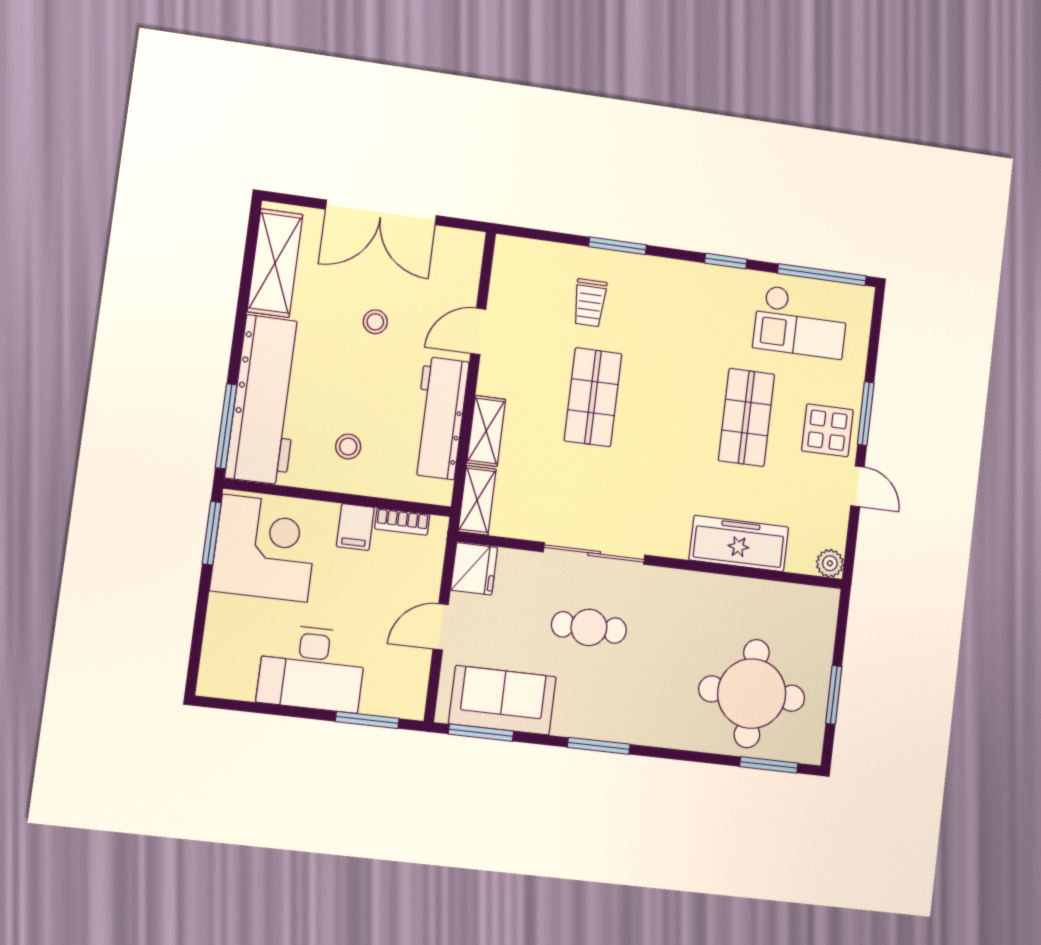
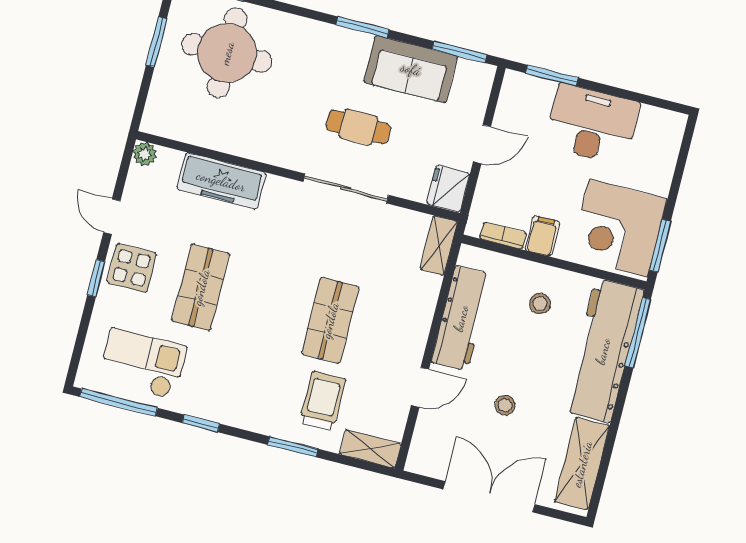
trolley: (590, 303) -> (323, 401), width x1.36, depth x1.39
window: (866, 414) -> (96, 278), width x0.67
shelving: (486, 431) -> (370, 449), moved, turned 90
sofa: (502, 700) -> (411, 69), moved

